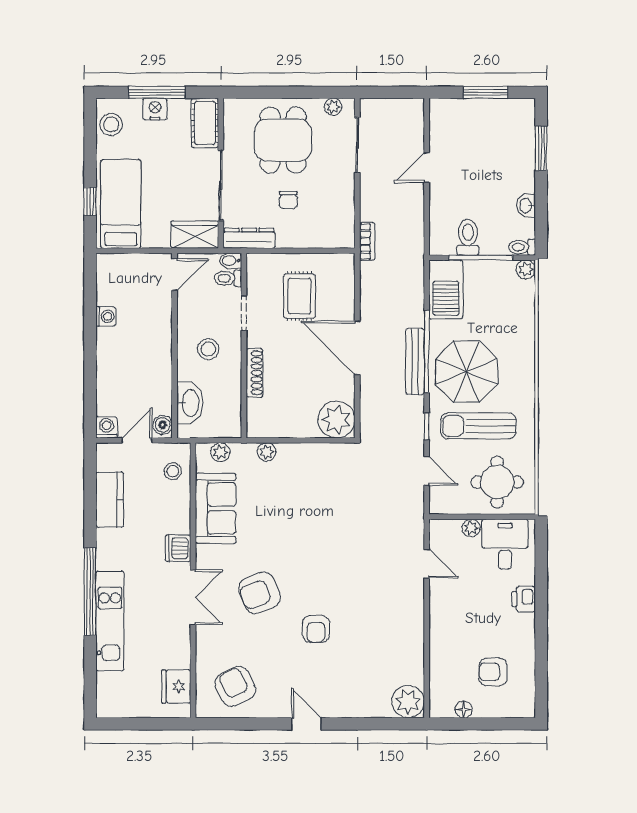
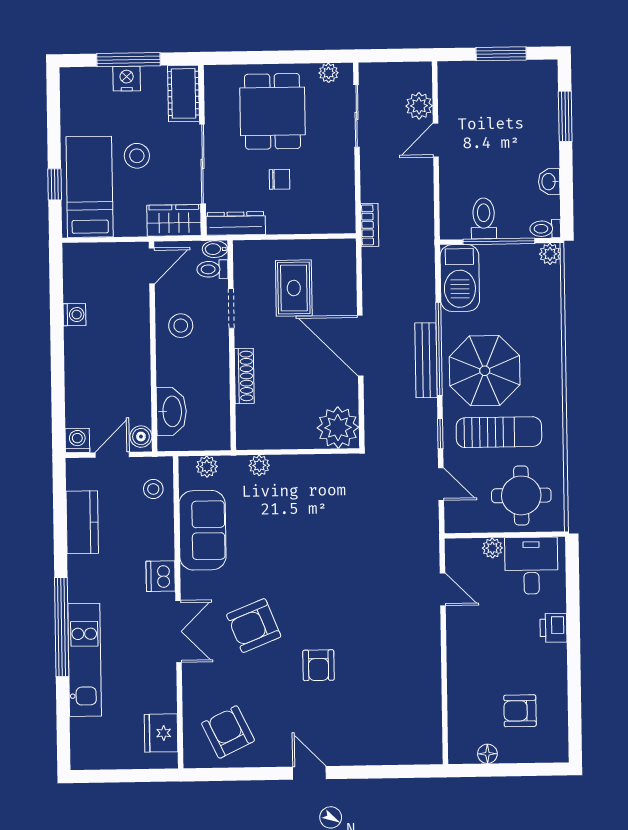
stool: (111, 124) -> (137, 156), moved
chair: (288, 200) -> (279, 179), turned -90
stool: (208, 349) -> (181, 326), moved
sun lounger: (478, 426) -> (499, 432), turned 180
plant: (408, 702) -> (419, 106), moved, width x0.73, depth x0.73

